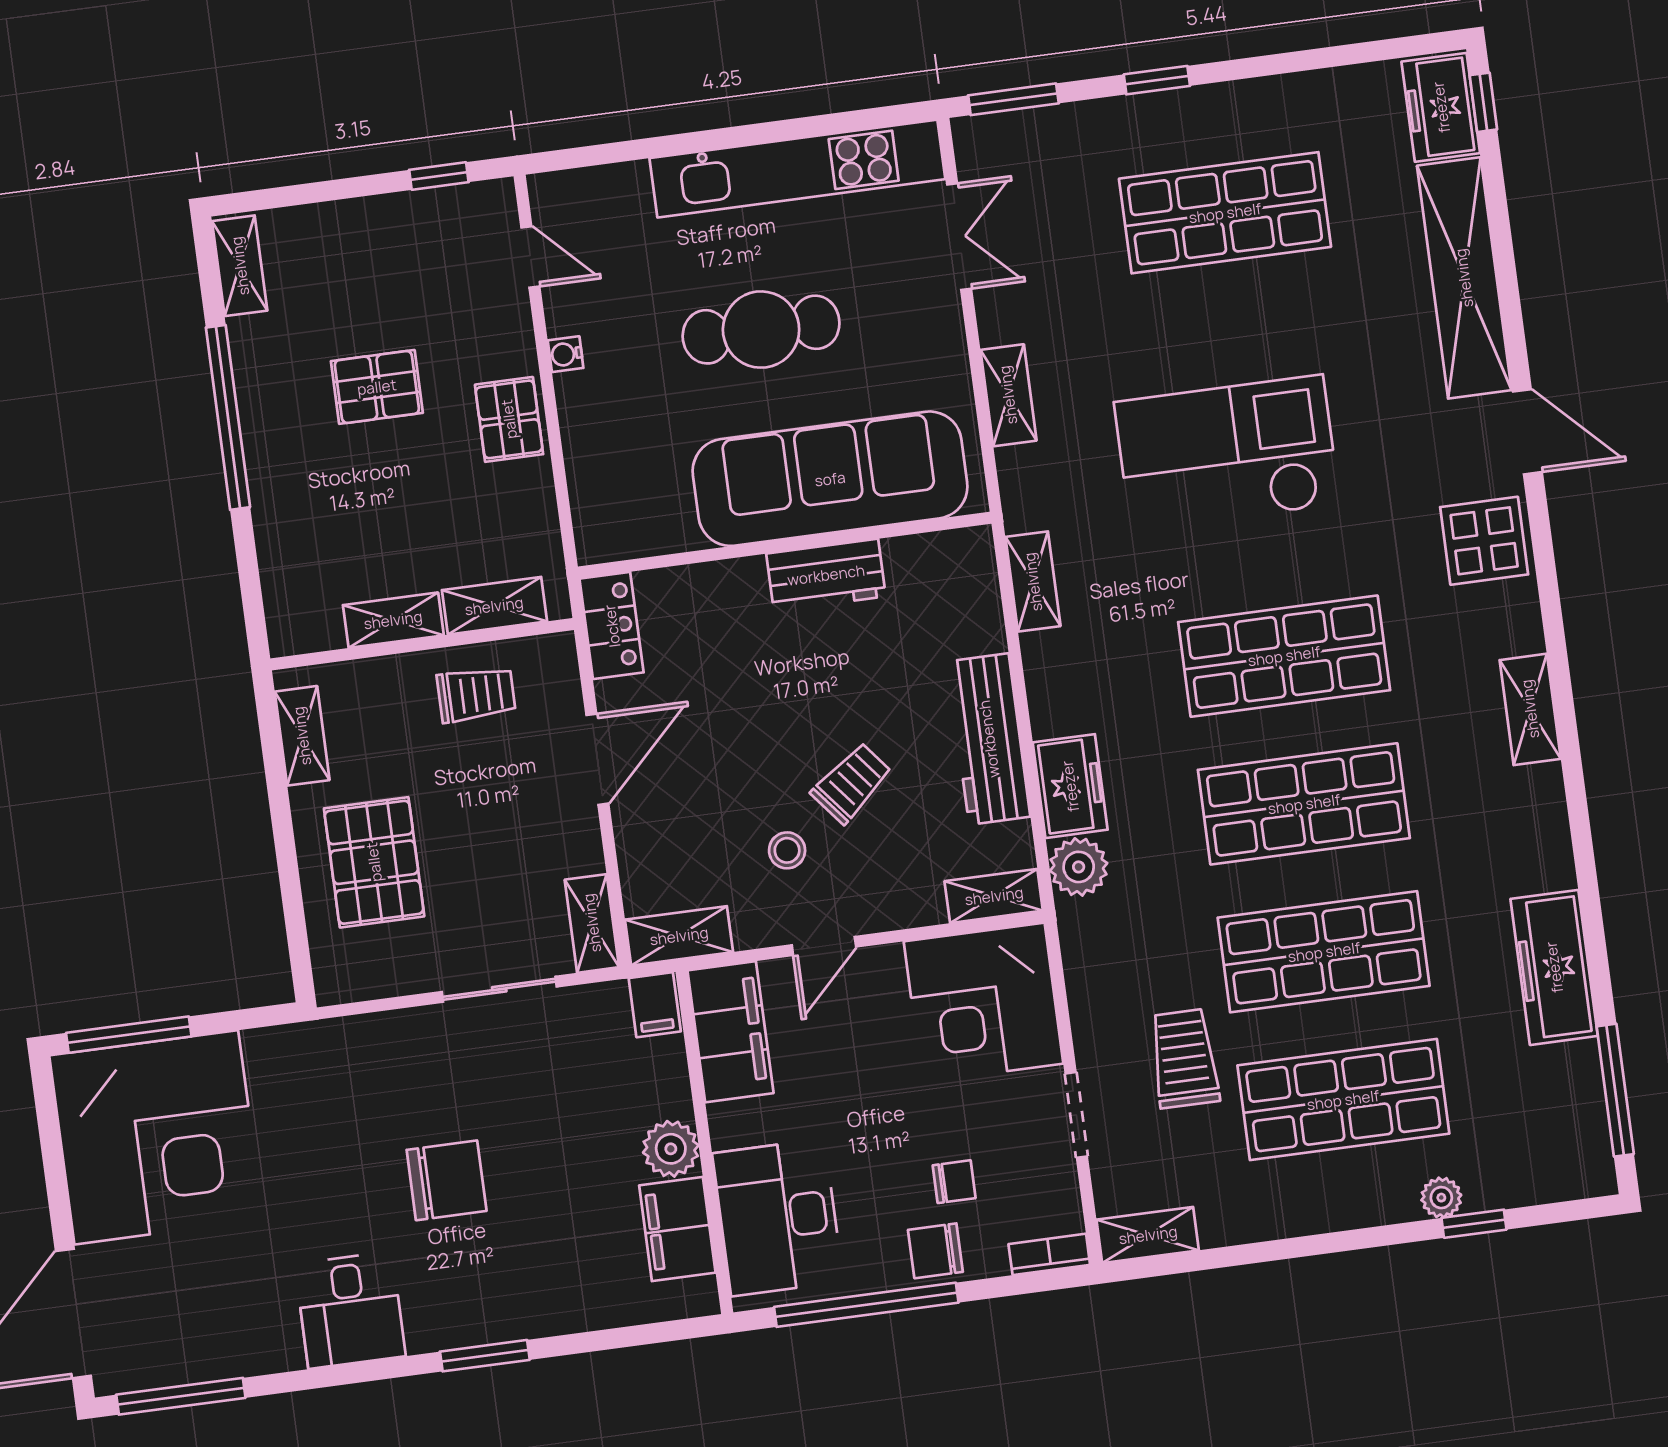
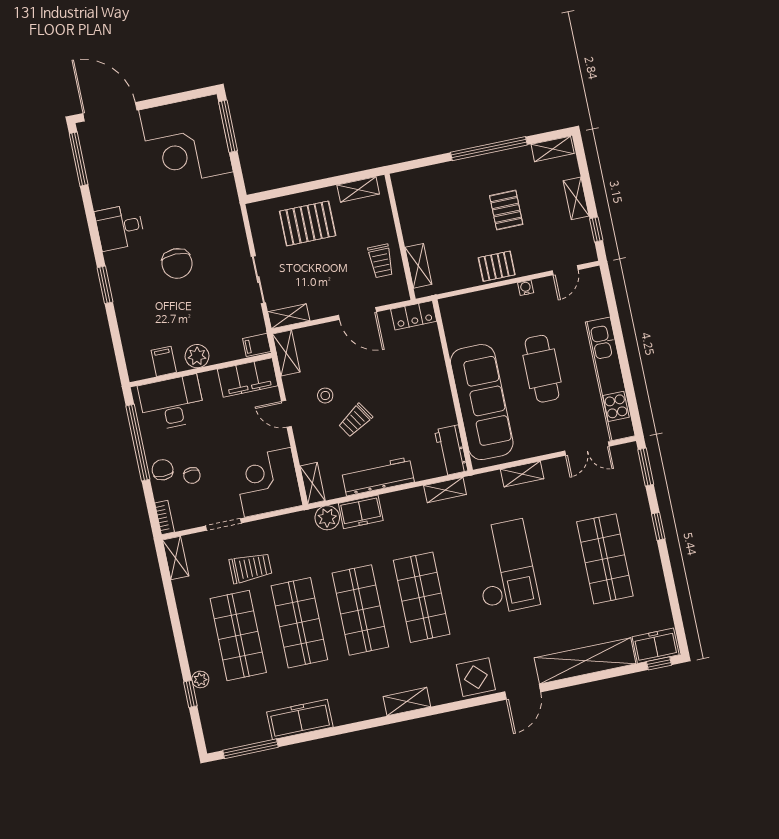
workbench: (826, 575) -> (451, 450), moved
shelving: (393, 620) -> (576, 198), moved
trolley: (852, 783) -> (355, 420), turned 96
filing cabinet: (677, 1229) -> (164, 361), width x0.50

